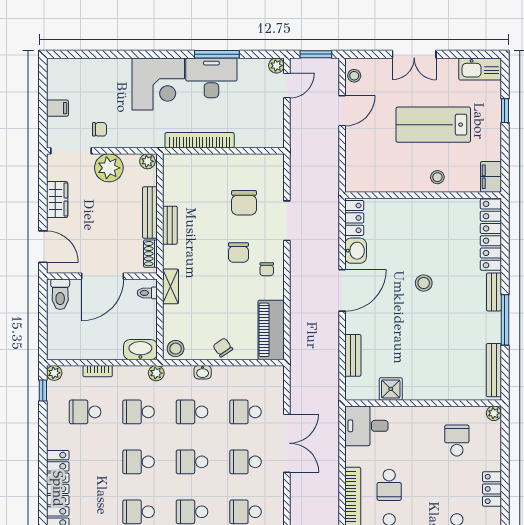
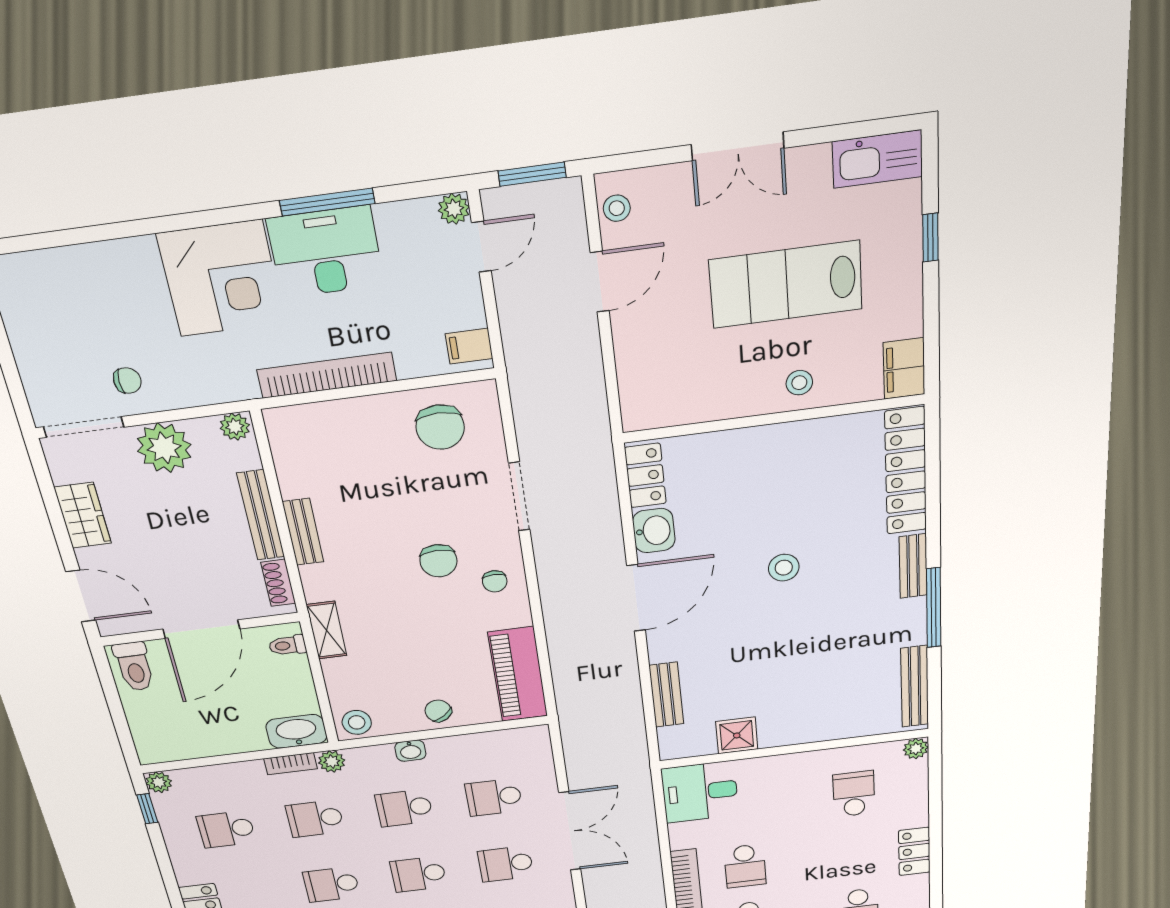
filing cabinet: (57, 108) -> (469, 346), moved, turned 180
chair: (244, 203) -> (440, 427), moved
bookcase: (98, 371) -> (291, 764), moved

